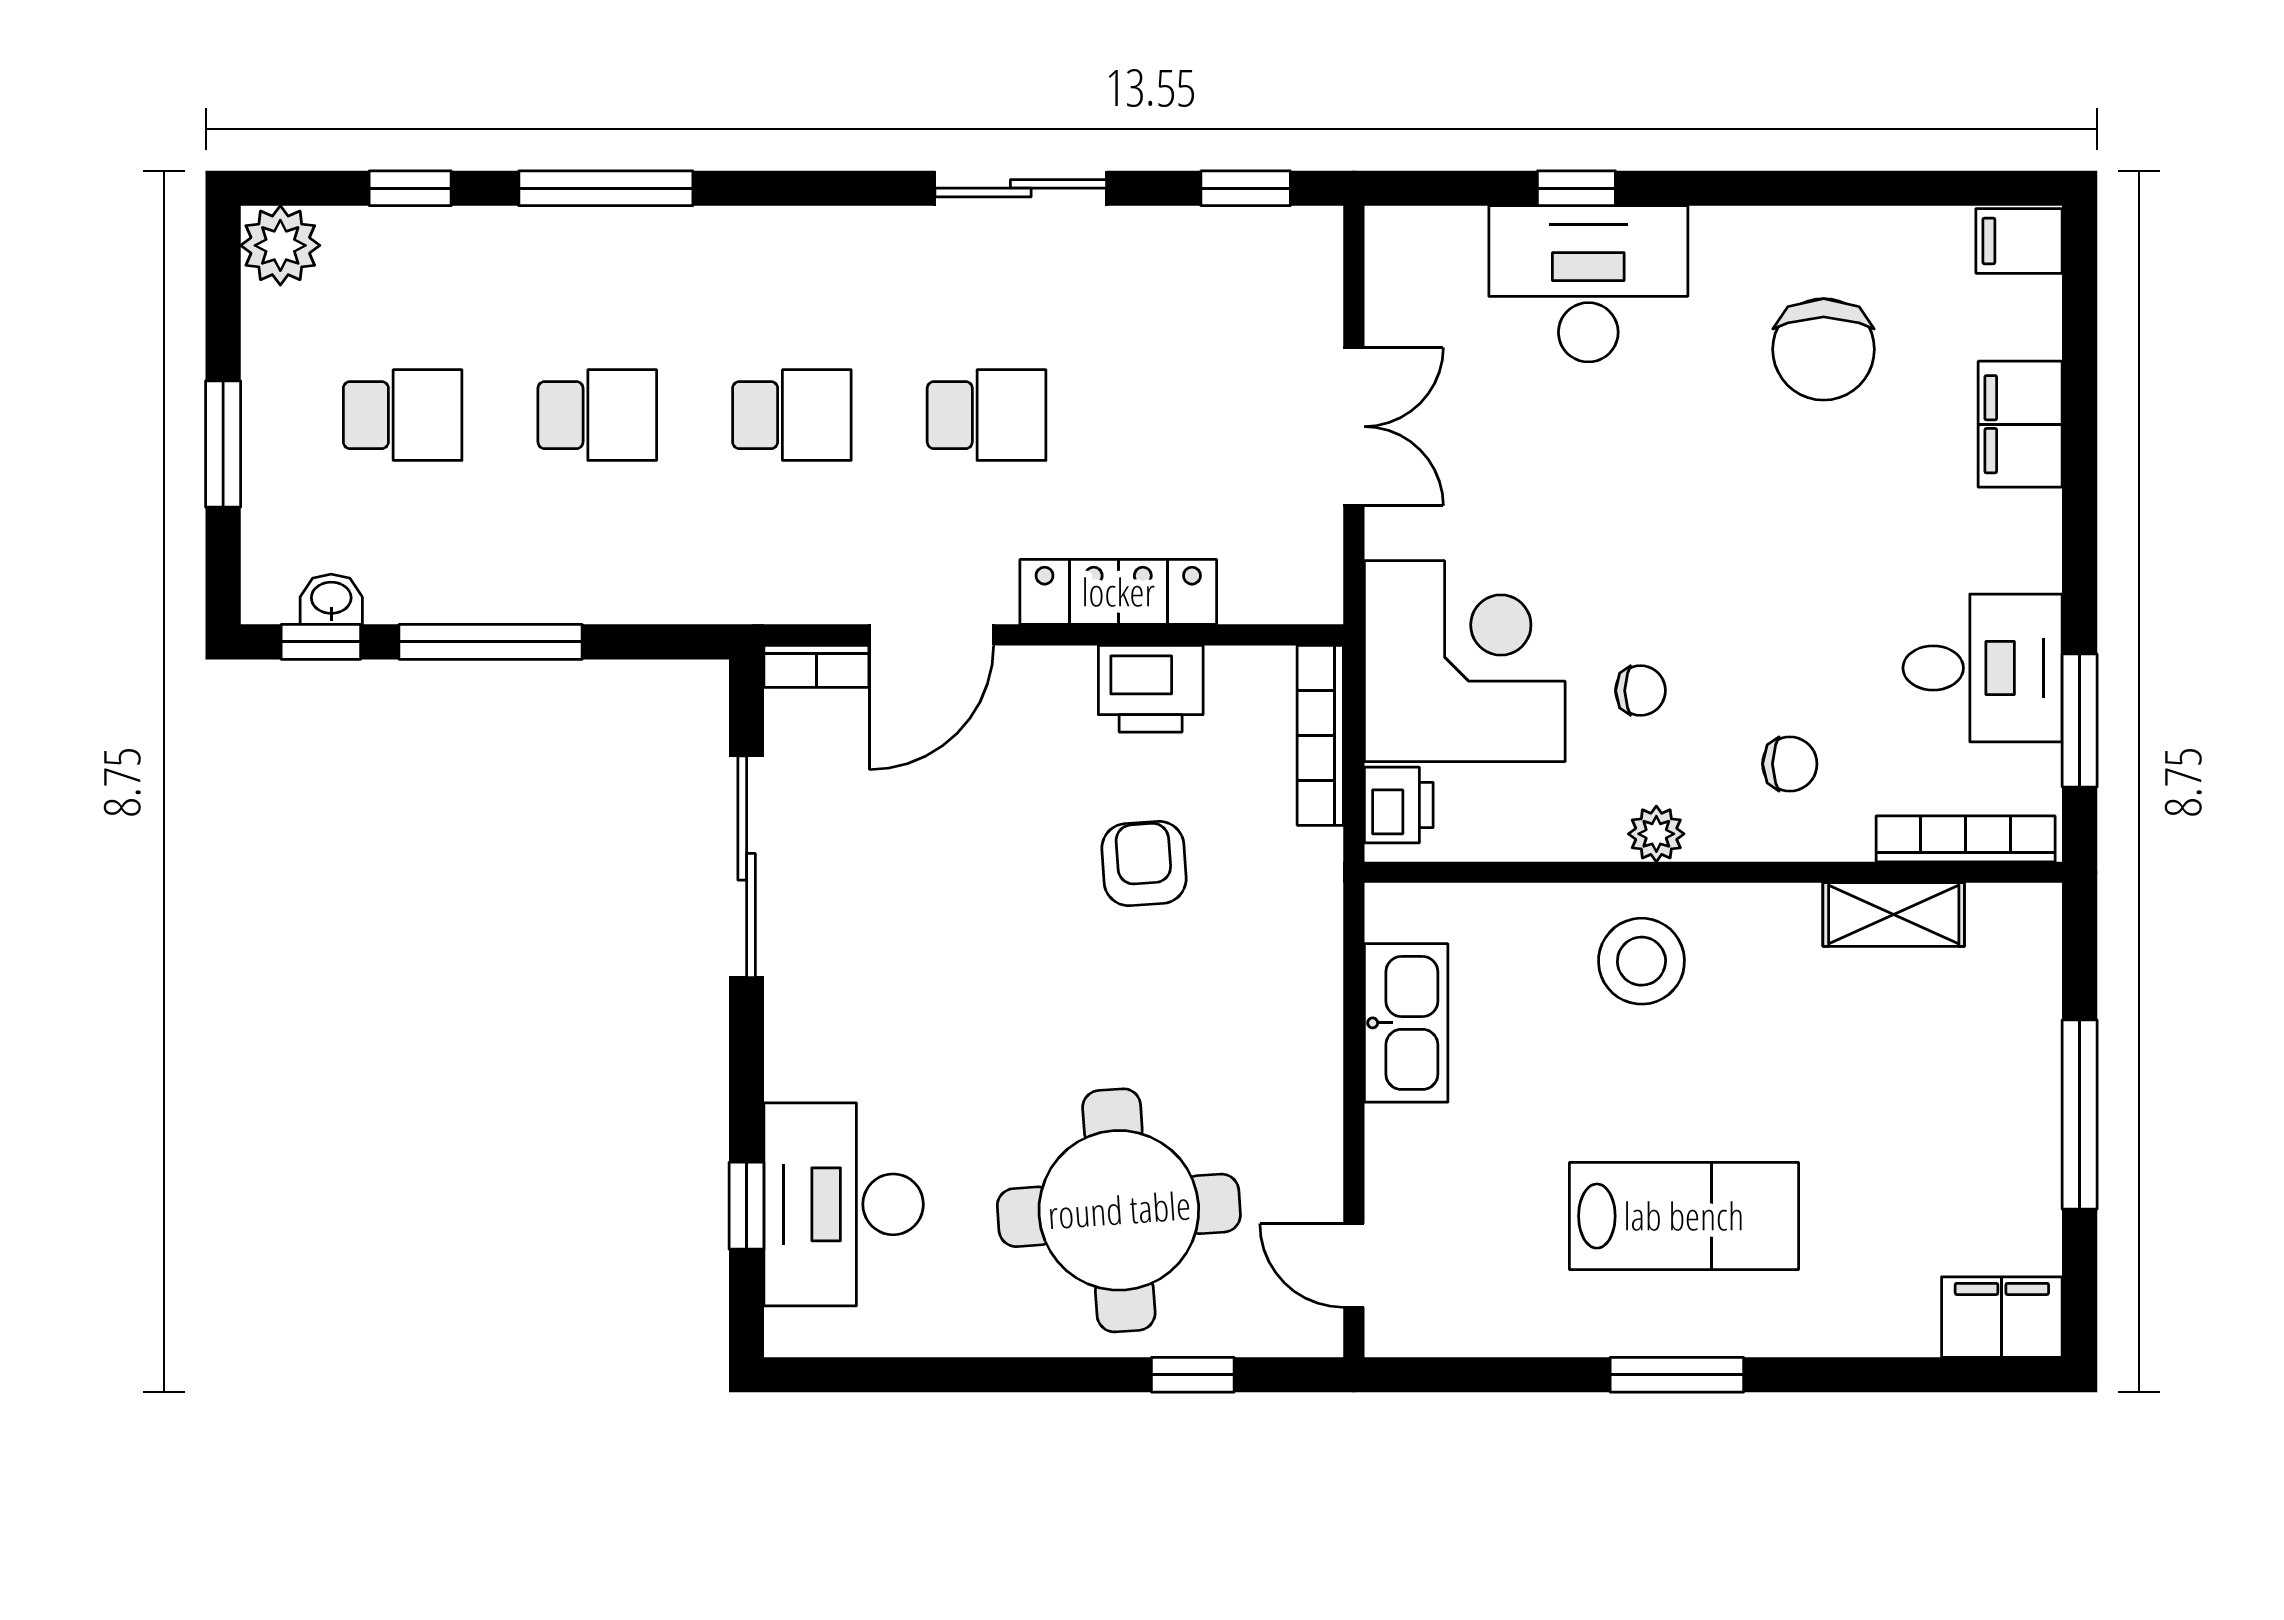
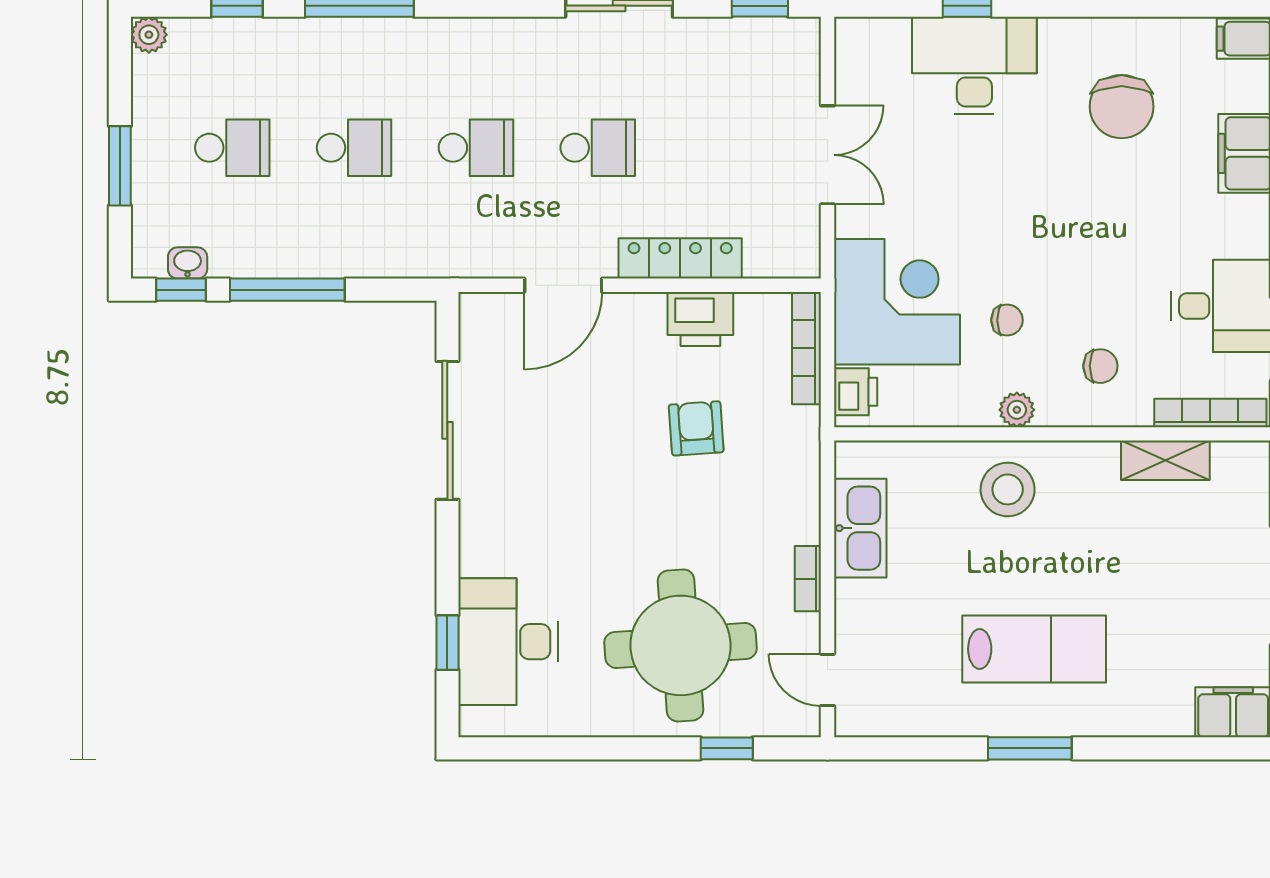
plant: (280, 245) -> (149, 35), width x0.73, depth x0.73
bookcase: (816, 666) -> (808, 579), moved, turned 90

